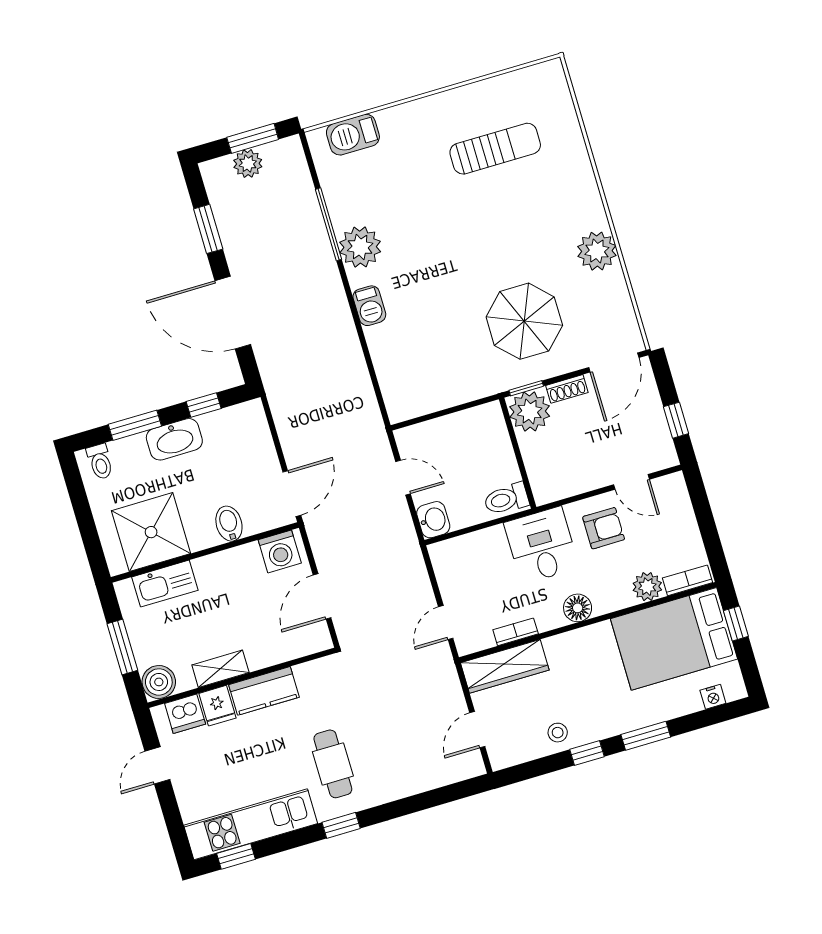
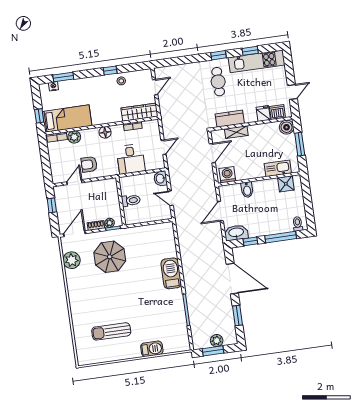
barbecue: (353, 135) -> (152, 349), moved
plant: (360, 247) -> (174, 298), removed
plant: (597, 251) -> (72, 260), moved
barbecue: (369, 306) -> (171, 273), width x1.88, depth x1.53
plant: (530, 412) -> (110, 223), width x0.53, depth x0.53
window: (135, 425) -> (281, 237), width x1.44
washbasin: (174, 439) -> (236, 233), moved
door: (632, 482) -> (74, 182), hinge flipped
door: (292, 494) -> (220, 211), moved
toilet: (506, 499) -> (131, 200), moved
shower: (151, 532) -> (286, 184), width x0.54, depth x0.54
desk: (541, 545) -> (131, 159), moved
door: (446, 623) -> (163, 147), moved
bed: (674, 639) -> (67, 119), width x0.67
shelving: (220, 669) -> (236, 132), moved
kitchen counter: (264, 691) -> (230, 119), moved
window: (646, 736) -> (63, 77), moved
window: (236, 856) -> (250, 51), moved

